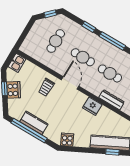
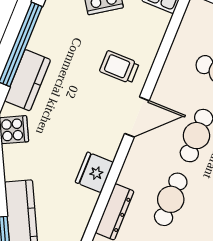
kitchen counter: (34, 123) -> (28, 80), moved

